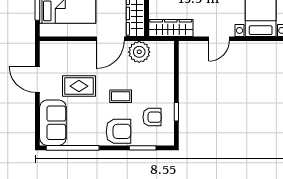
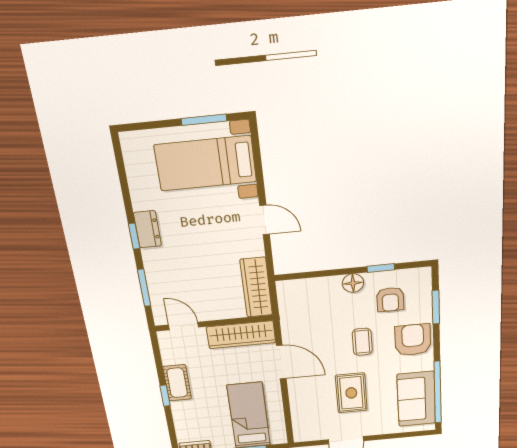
plant: (139, 52) -> (296, 325), removed
floor lamp: (167, 93) -> (353, 283), added
armchair: (152, 117) -> (390, 299), turned 180
sofa: (53, 123) -> (416, 399), moved, turned -90

